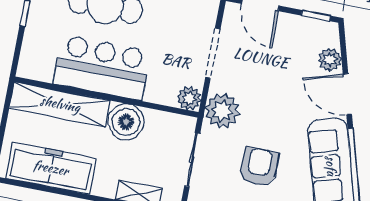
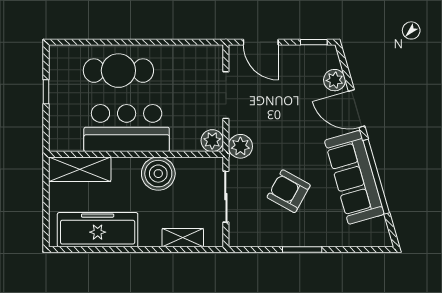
shelving: (60, 104) -> (80, 169), width x0.68
plant: (222, 111) -> (240, 146), width x0.73, depth x0.73
armchair: (259, 167) -> (289, 191), turned -61

